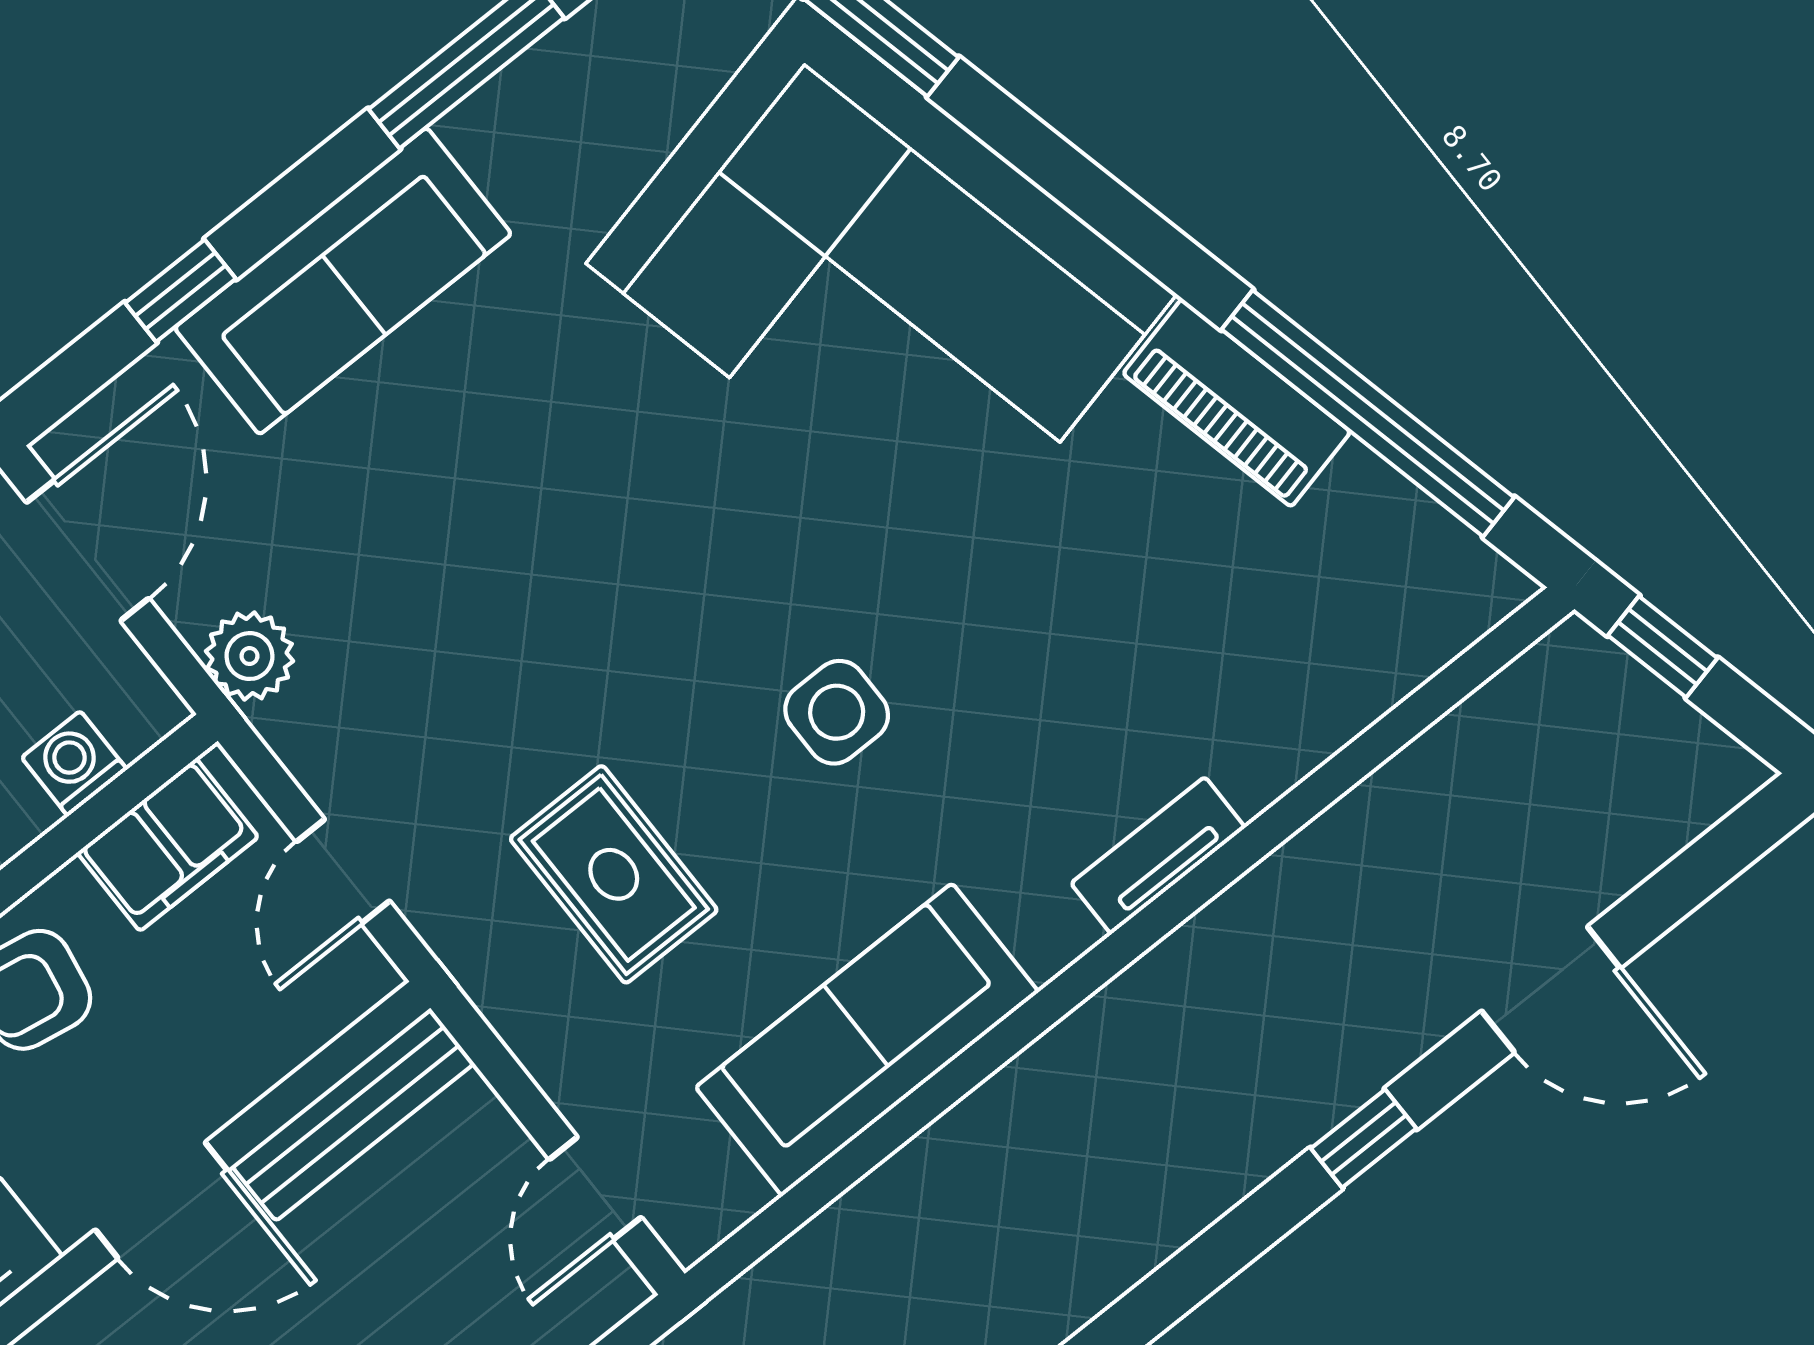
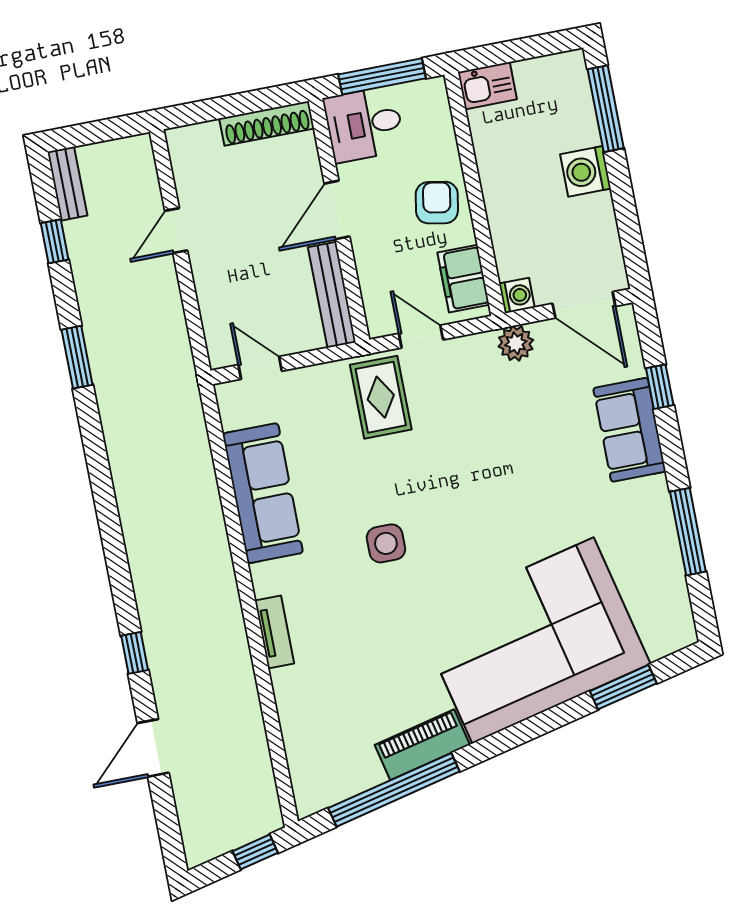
sofa: (343, 281) -> (630, 430), width x0.73
washing machine: (74, 763) -> (517, 296), moved
rug: (614, 874) -> (381, 397), moved, turned 90

